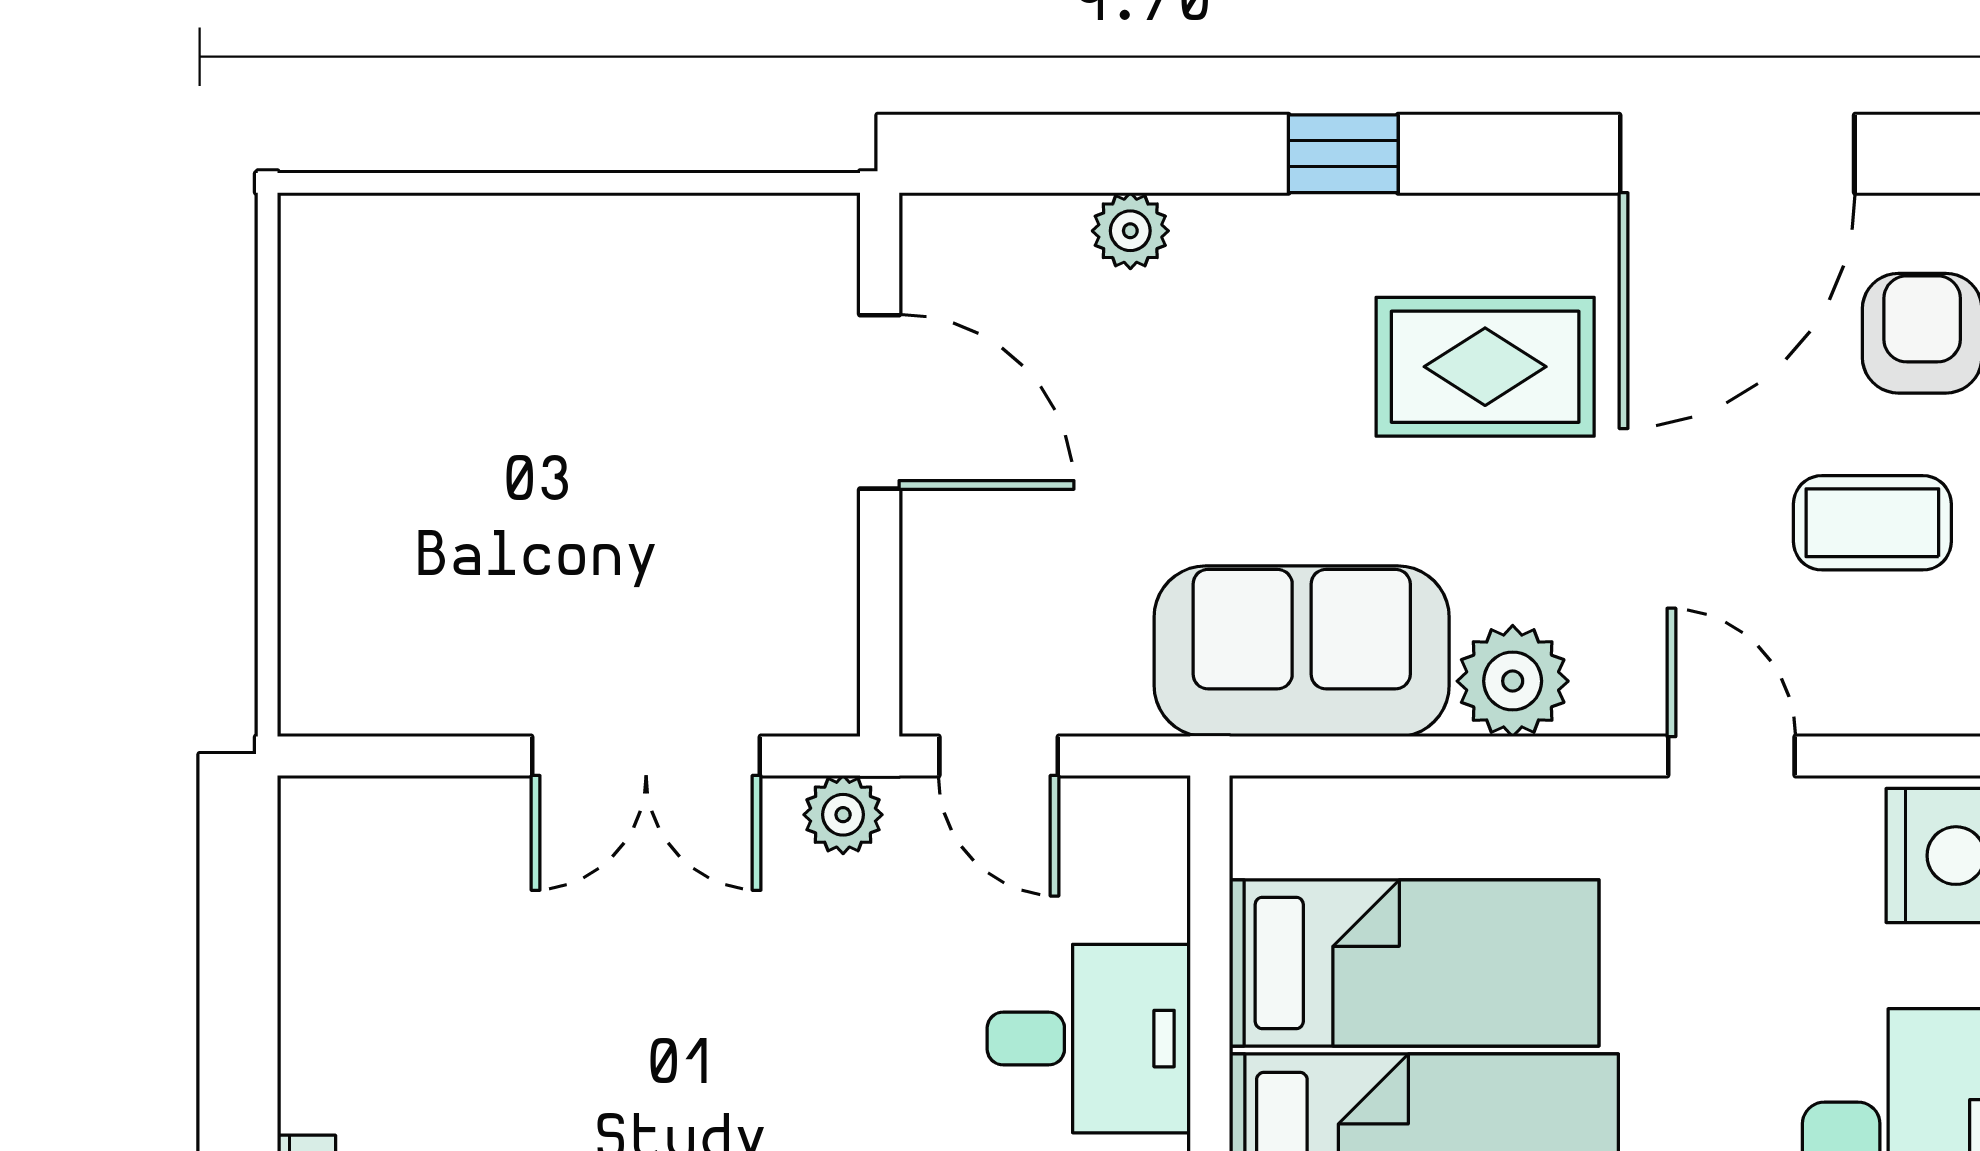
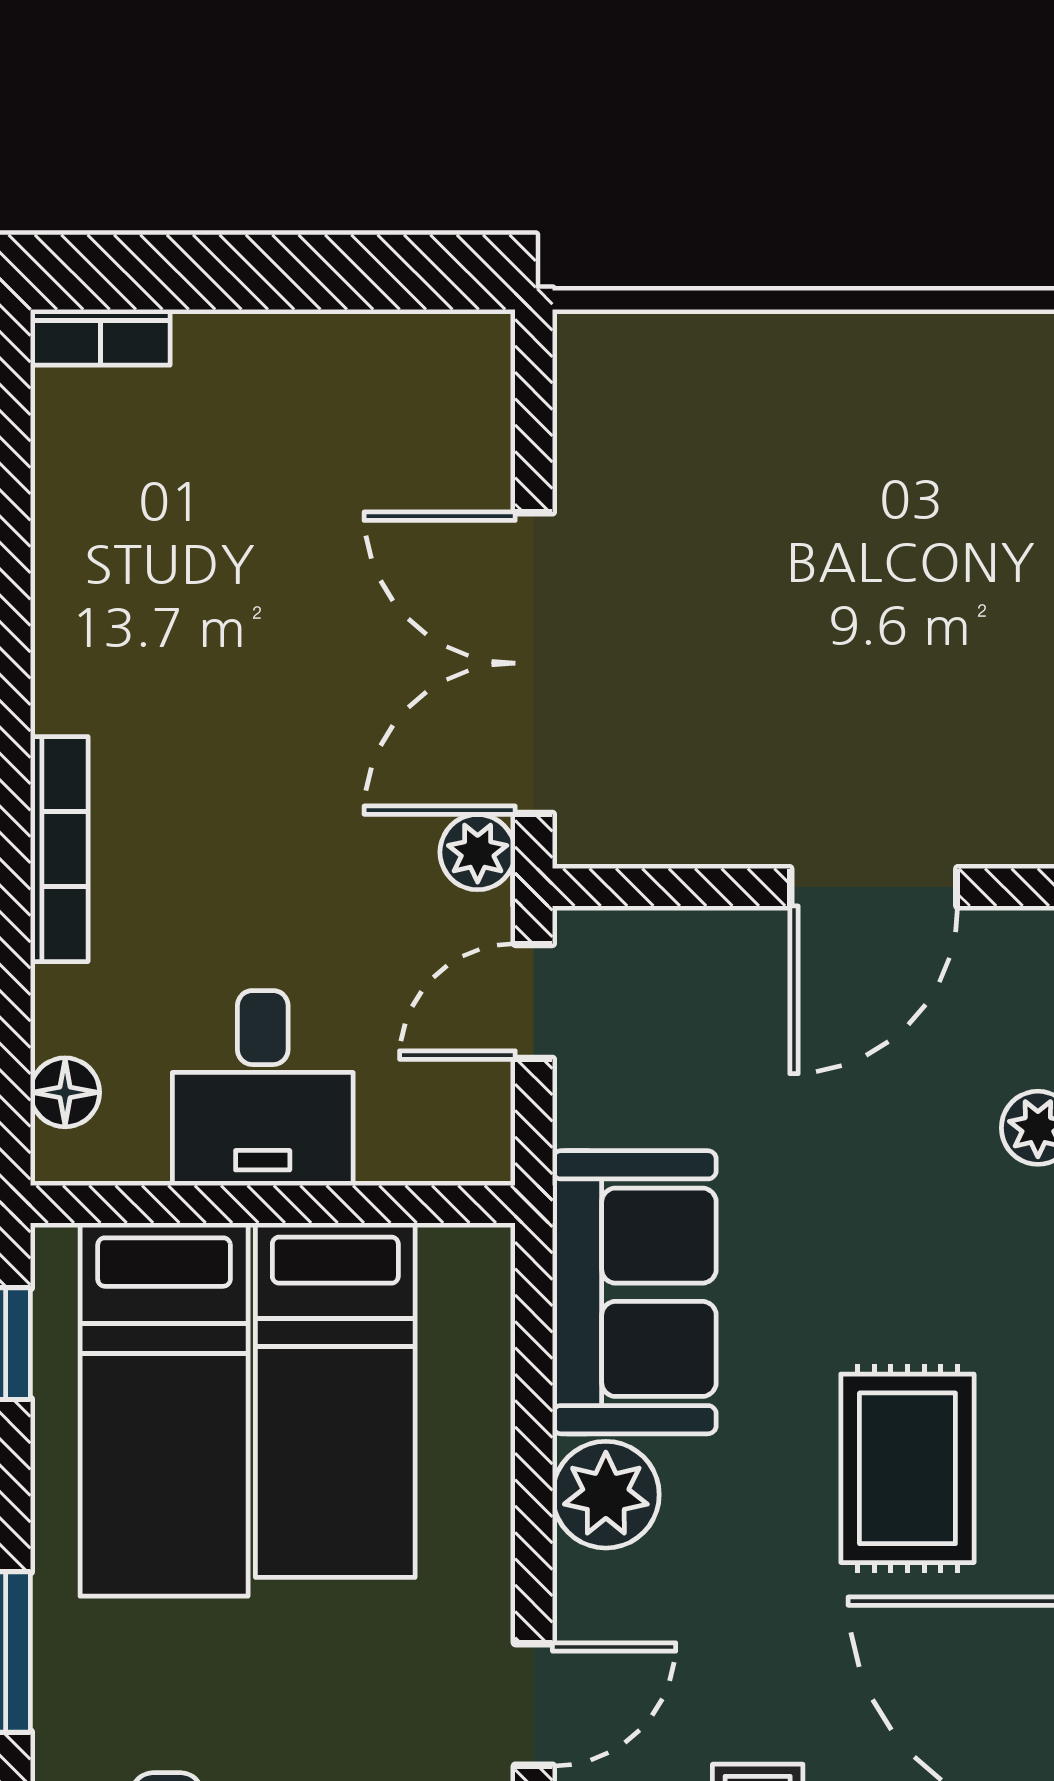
double door: (646, 756) -> (534, 663), width x1.37

